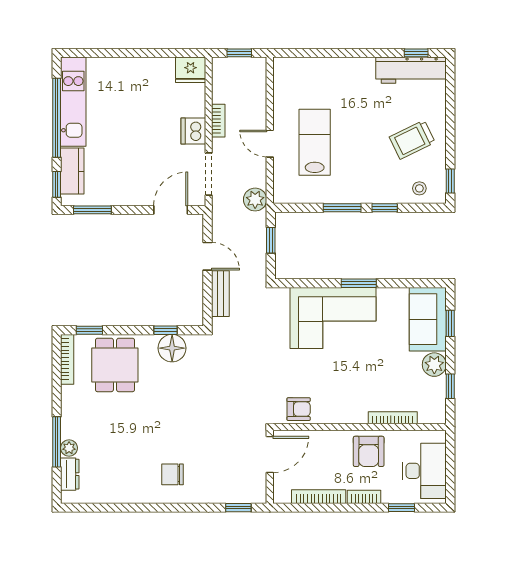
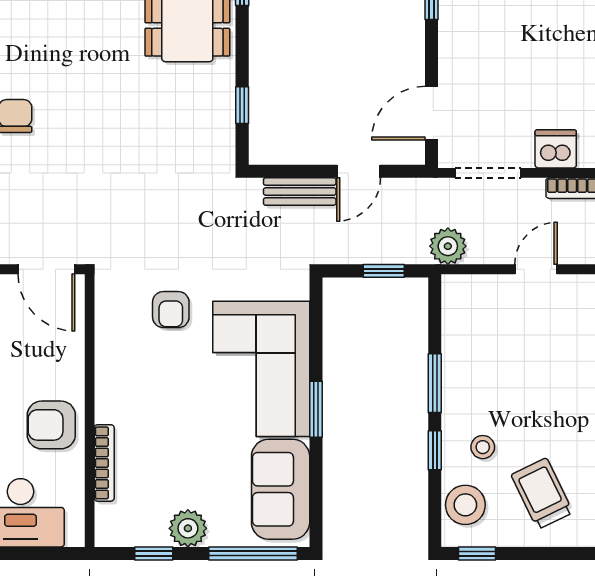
lab bench: (315, 142) -> (538, 340), removed
stool: (383, 177) -> (483, 447), added
stool: (419, 188) -> (465, 505), width x1.89, depth x1.89
door: (171, 210) -> (432, 113), swing flipped
sofa: (428, 319) -> (281, 489), moved, turned -90
window: (450, 323) -> (253, 553), width x2.17
floor lamp: (172, 348) -> (214, 115), removed
armchair: (299, 409) -> (171, 310), moved

